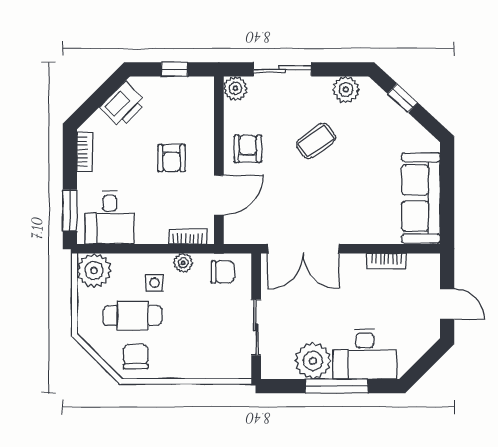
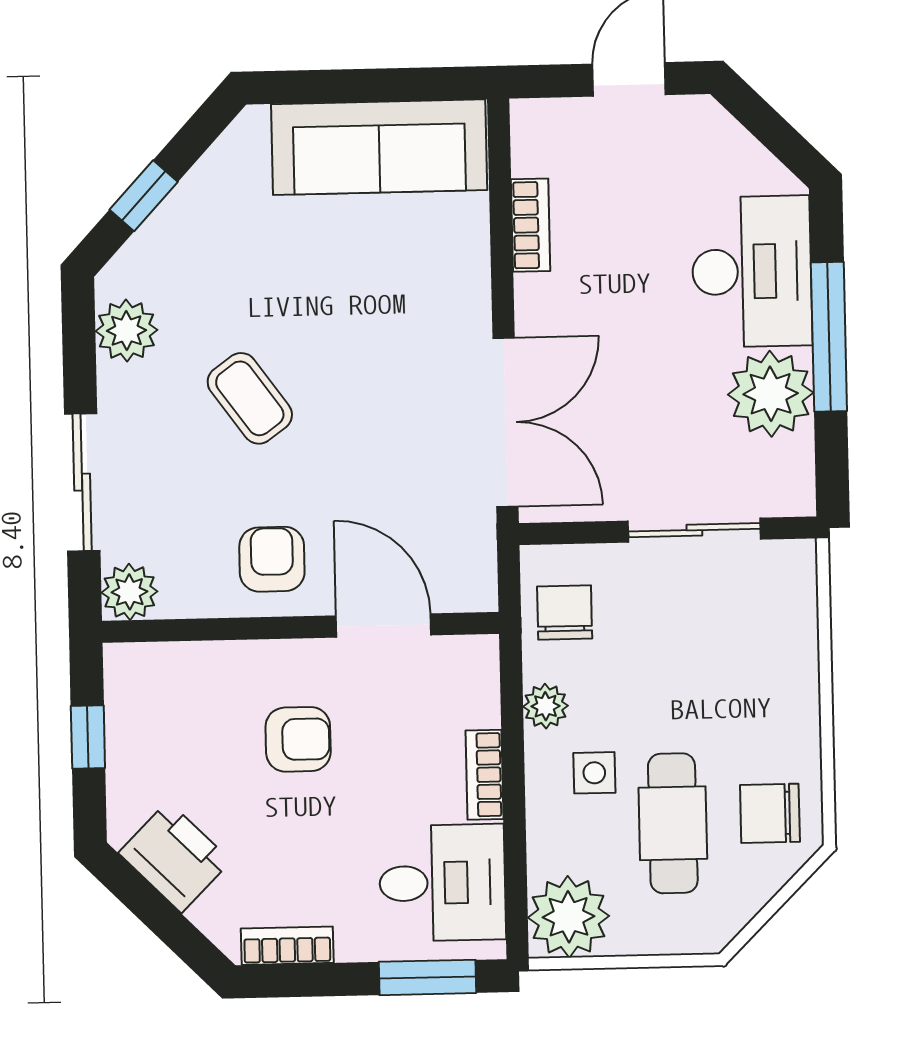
armchair: (248, 149) -> (272, 559), turned 90
bookcase: (188, 236) -> (485, 775), moved

